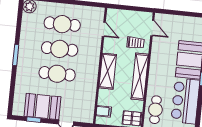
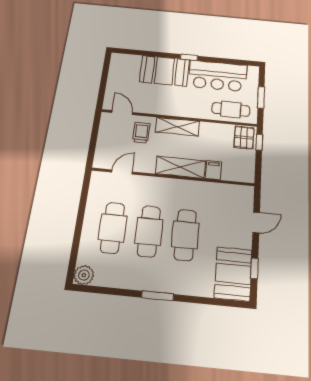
door: (152, 28) -> (122, 113), hinge flipped
shelving: (140, 77) -> (177, 127), width x0.68
booth: (43, 107) -> (233, 274), moved
filing cabinet: (104, 111) -> (213, 170), moved

